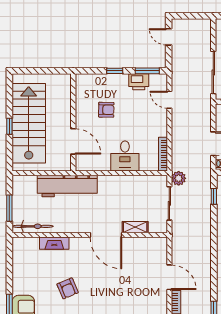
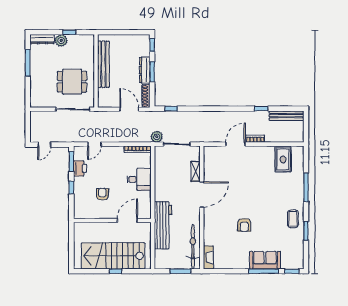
bicycle: (33, 226) -> (193, 247), width x1.37, depth x1.40
fireplace: (54, 243) -> (208, 257), moved
armchair: (68, 288) -> (244, 225), turned 113

